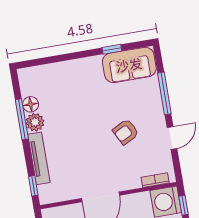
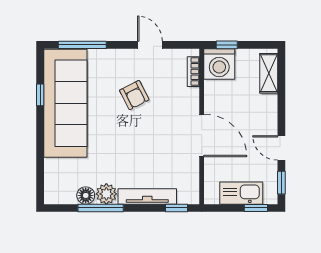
sofa: (129, 65) -> (65, 103), width x1.85, depth x1.27
window: (164, 93) -> (82, 45), moved

